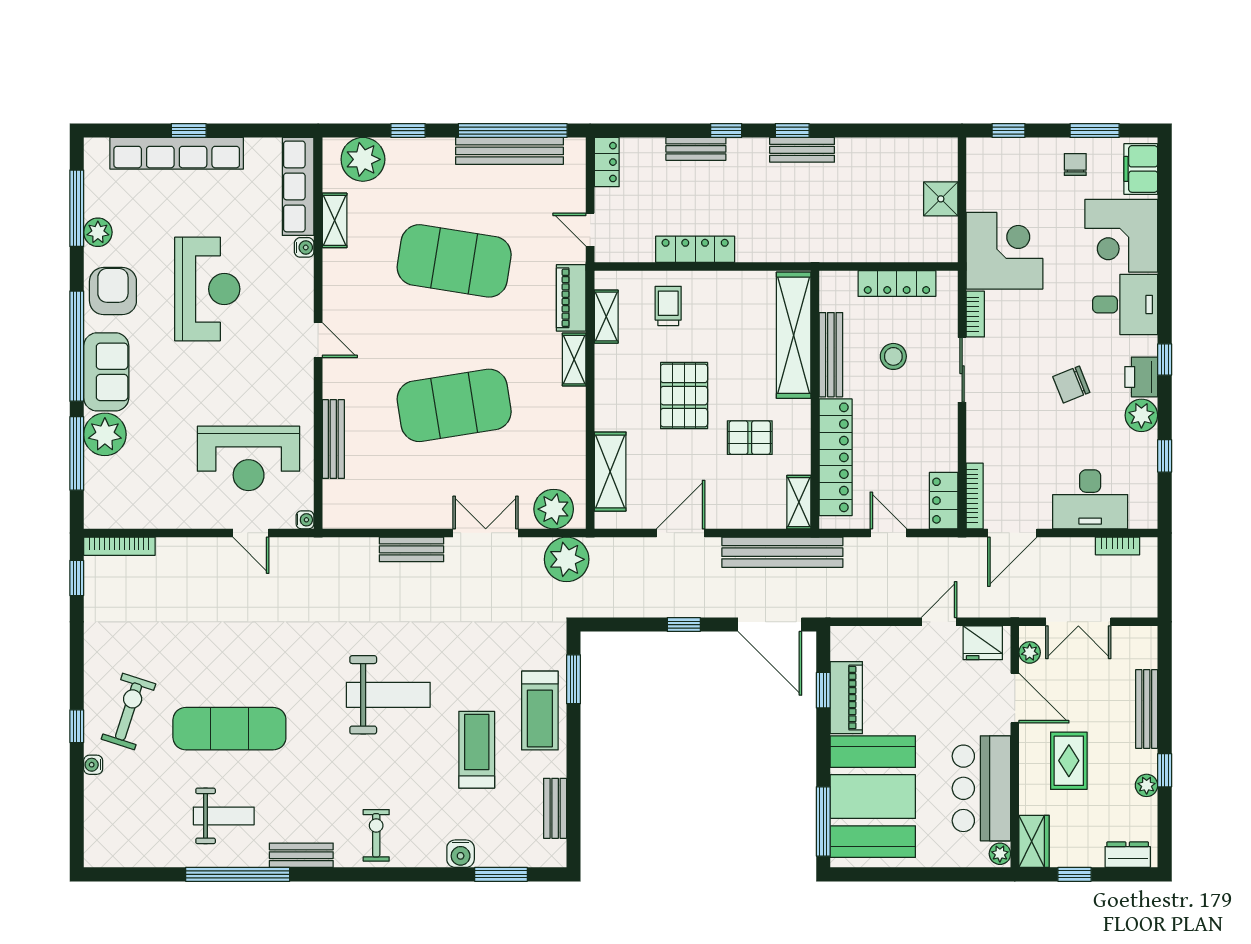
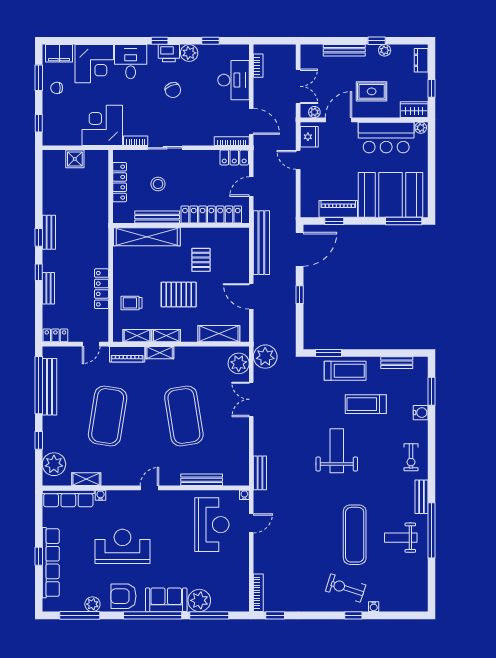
shelving: (799, 502) -> (166, 336), moved
bench: (412, 549) -> (260, 473), moved
weight bench: (224, 816) -> (401, 538), turned -90
exercise bike: (376, 835) -> (411, 457), turned -90

